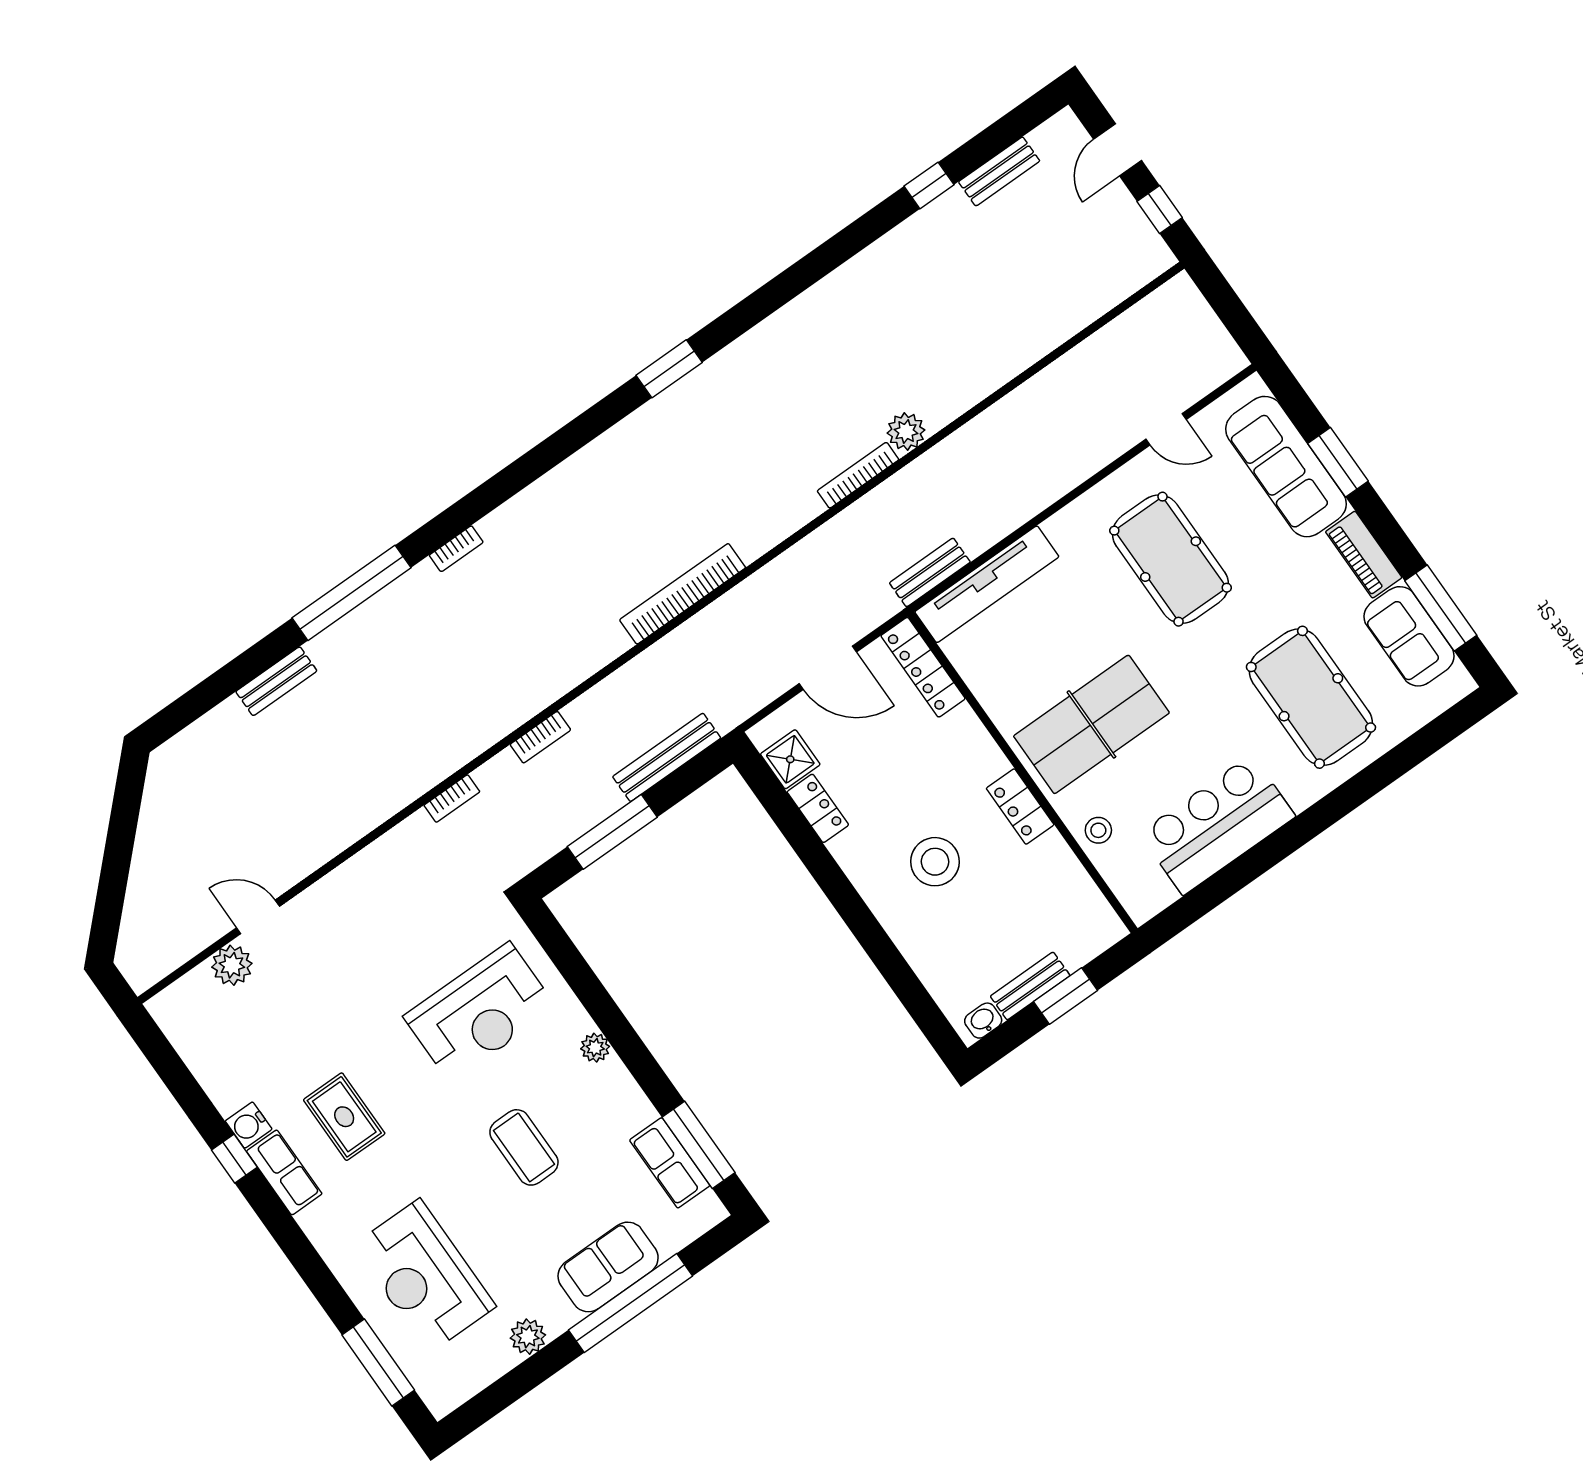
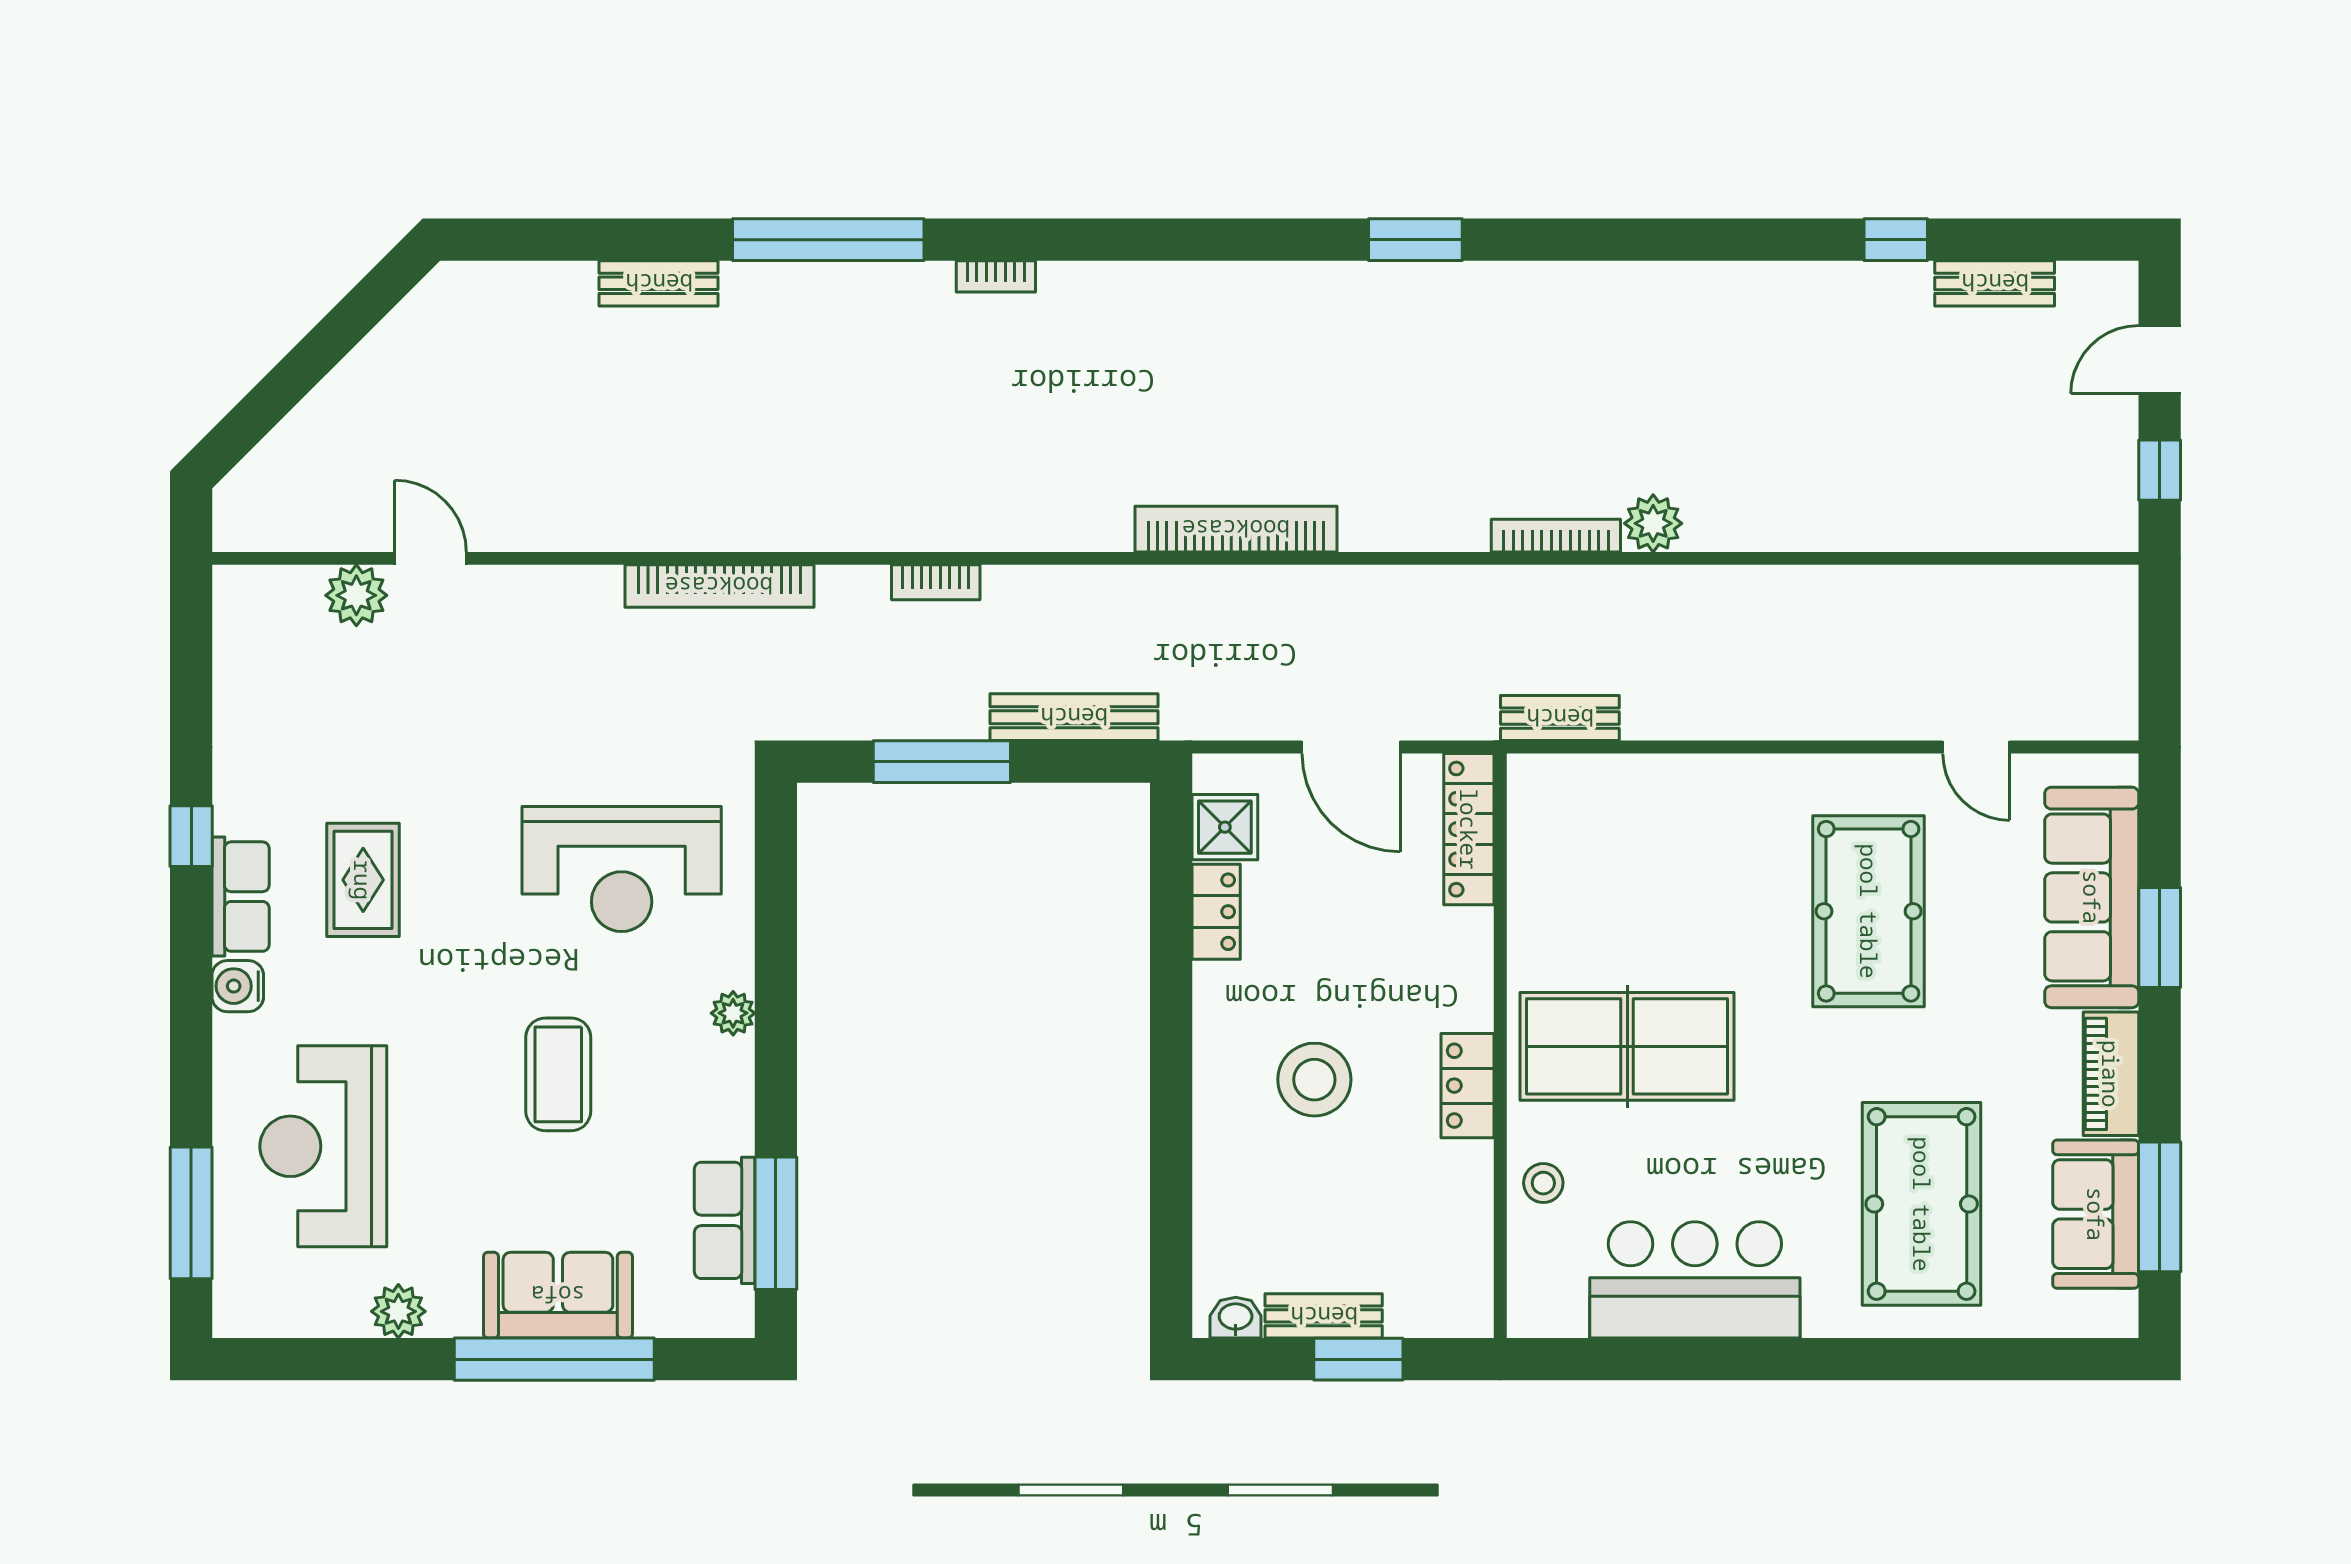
tv unit: (987, 584) -> (1620, 782), removed
bookcase: (452, 799) -> (719, 586), width x2.31, depth x1.31
water cooler: (249, 1125) -> (238, 986), moved

